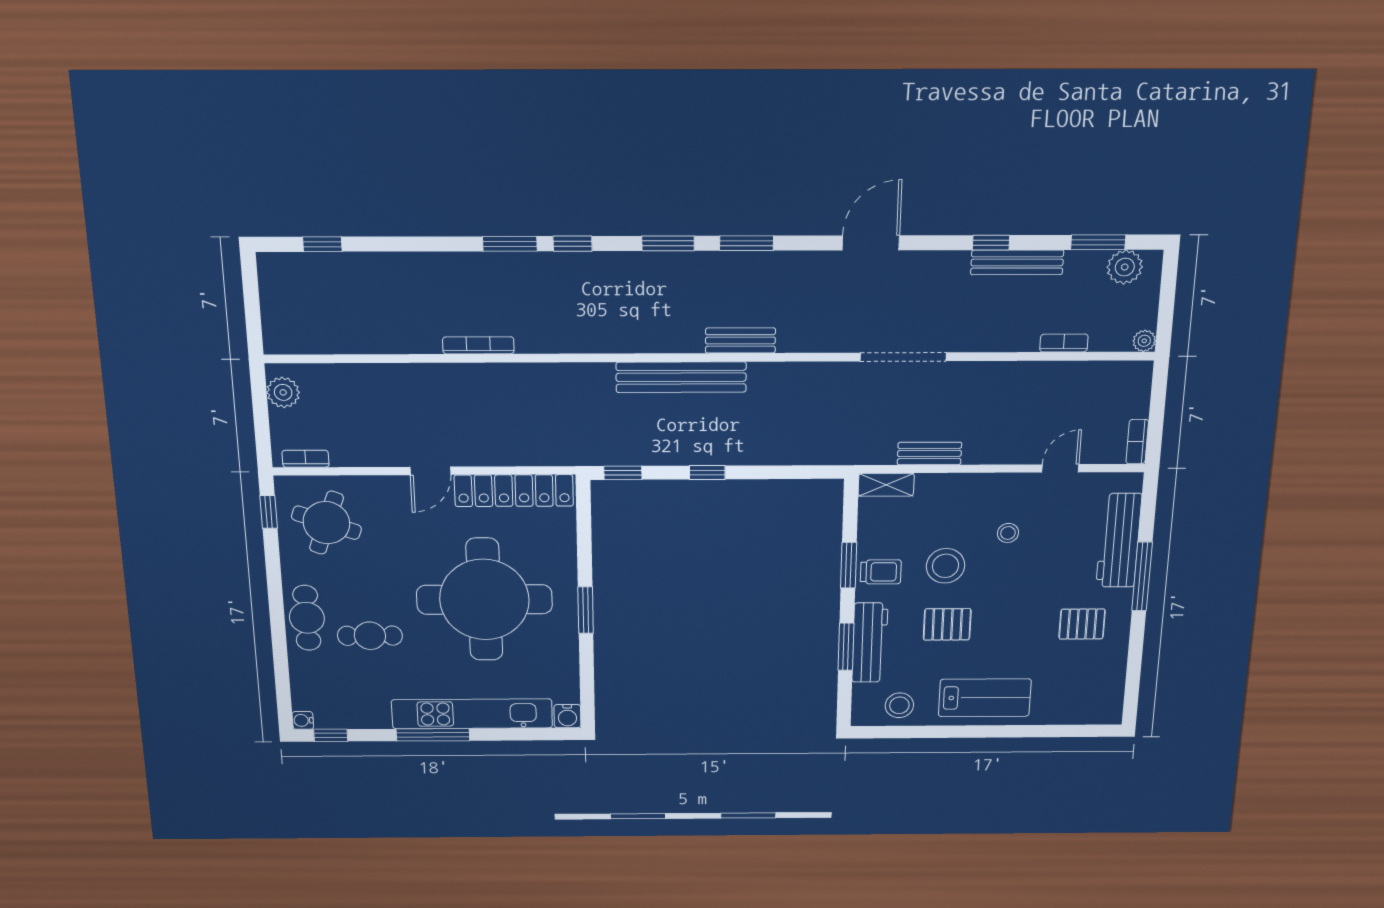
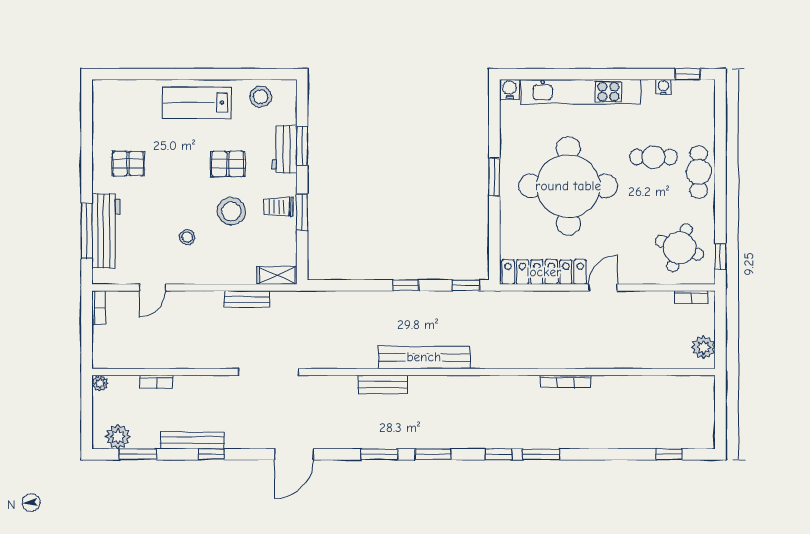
window: (1142, 576) -> (87, 231), moved
workbench: (870, 643) -> (285, 149), width x0.73
water cooler: (303, 720) -> (663, 87), moved, turned -90
window: (433, 735) -> (611, 74), removed

